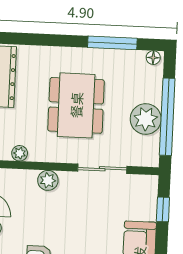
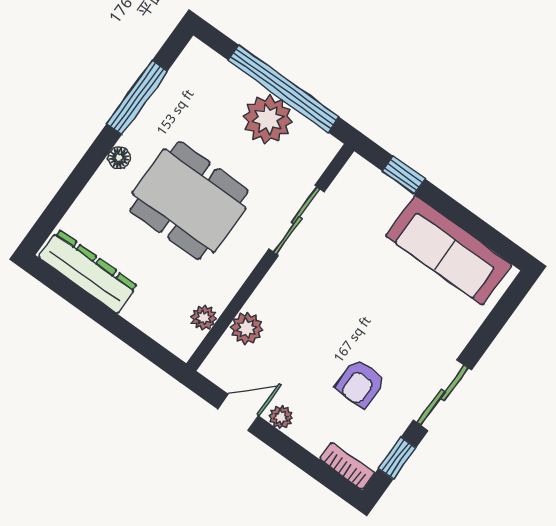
floor lamp: (153, 58) -> (119, 158), moved
plant: (48, 180) -> (247, 328), moved

